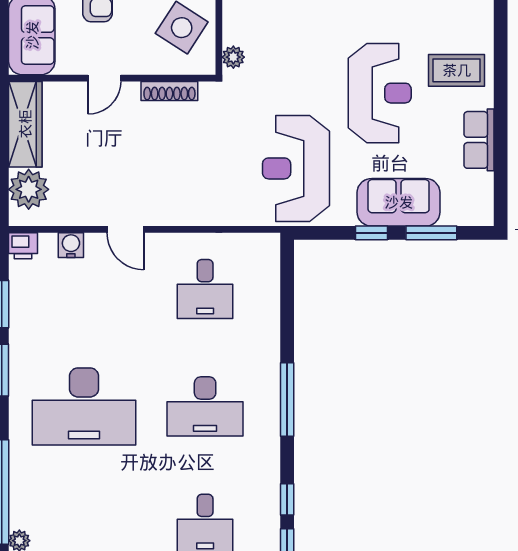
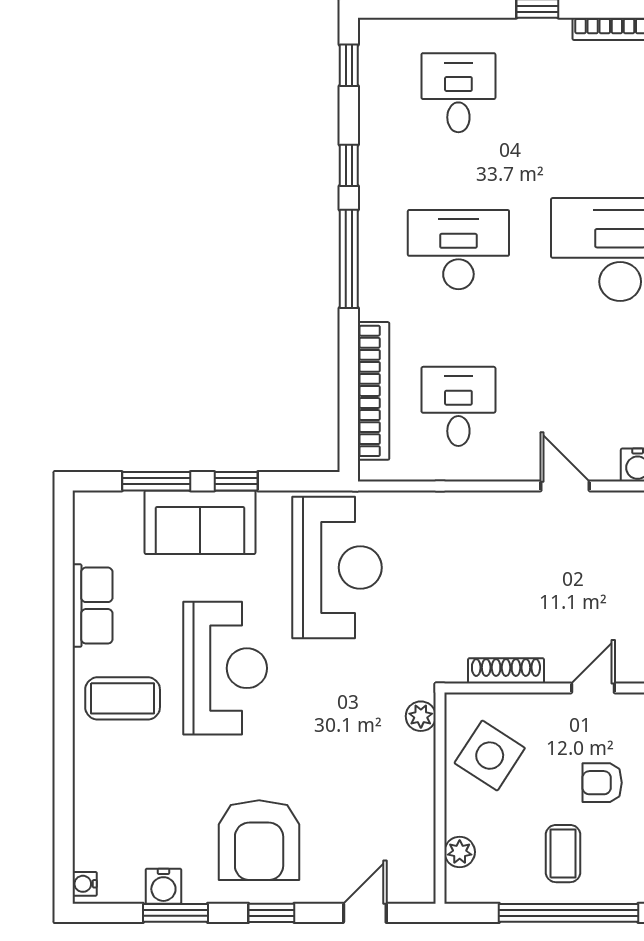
reception desk: (380, 93) -> (225, 668), turned 180
bookcase: (269, 301) -> (373, 391), added
window: (287, 499) -> (349, 165), moved

